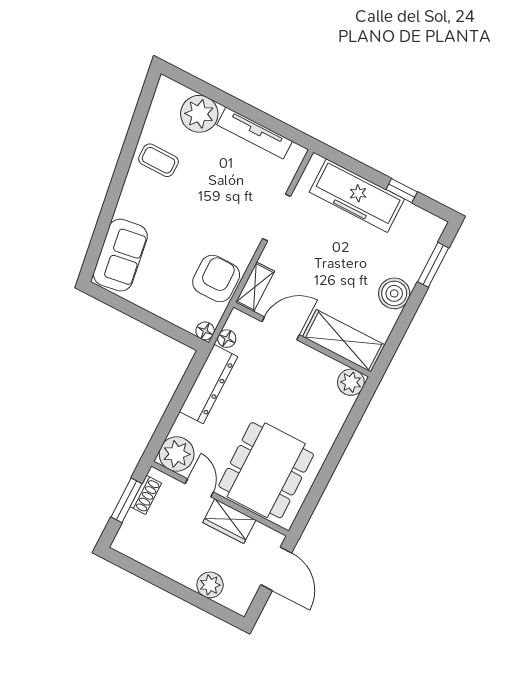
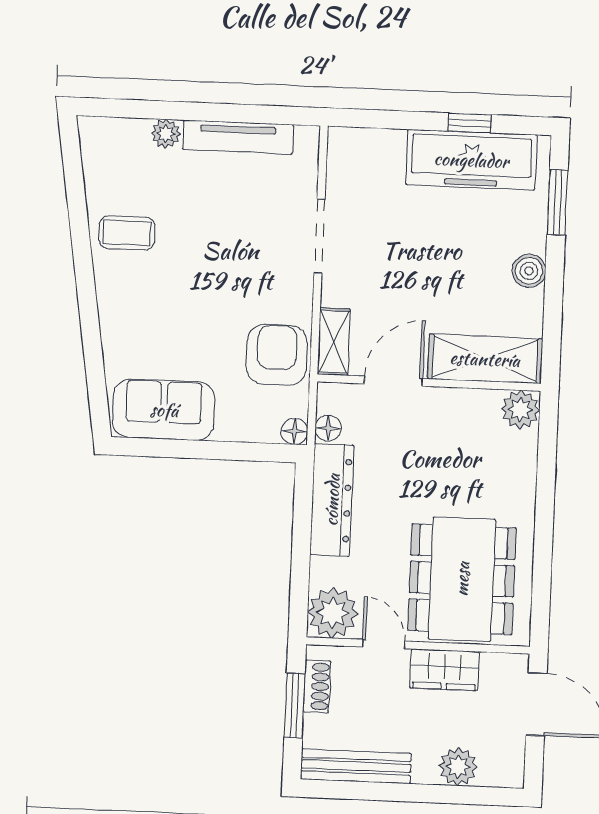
plant: (199, 114) -> (166, 134), width x0.53, depth x0.53
freezer: (357, 196) -> (471, 160), moved
sofa: (120, 255) -> (164, 410), moved, turned -81
boiler: (394, 293) -> (529, 271), width x0.73, depth x0.73
bench: (147, 555) -> (356, 766), added

